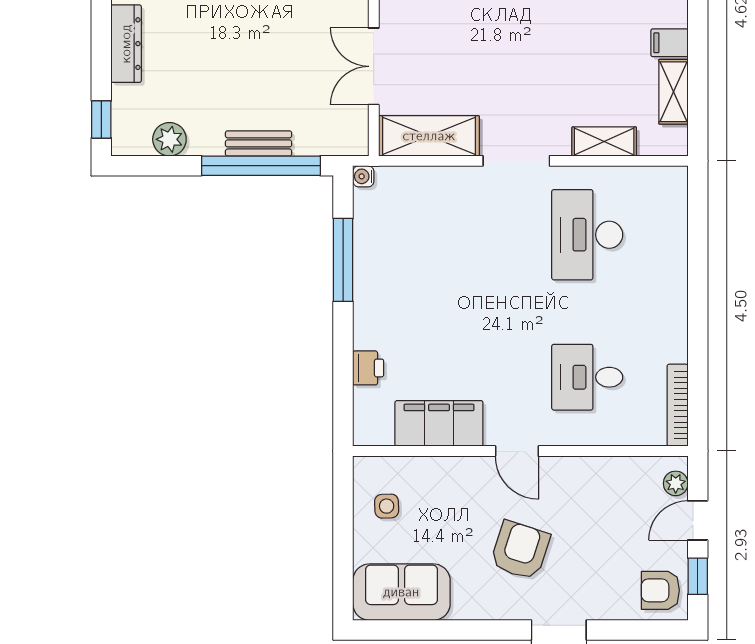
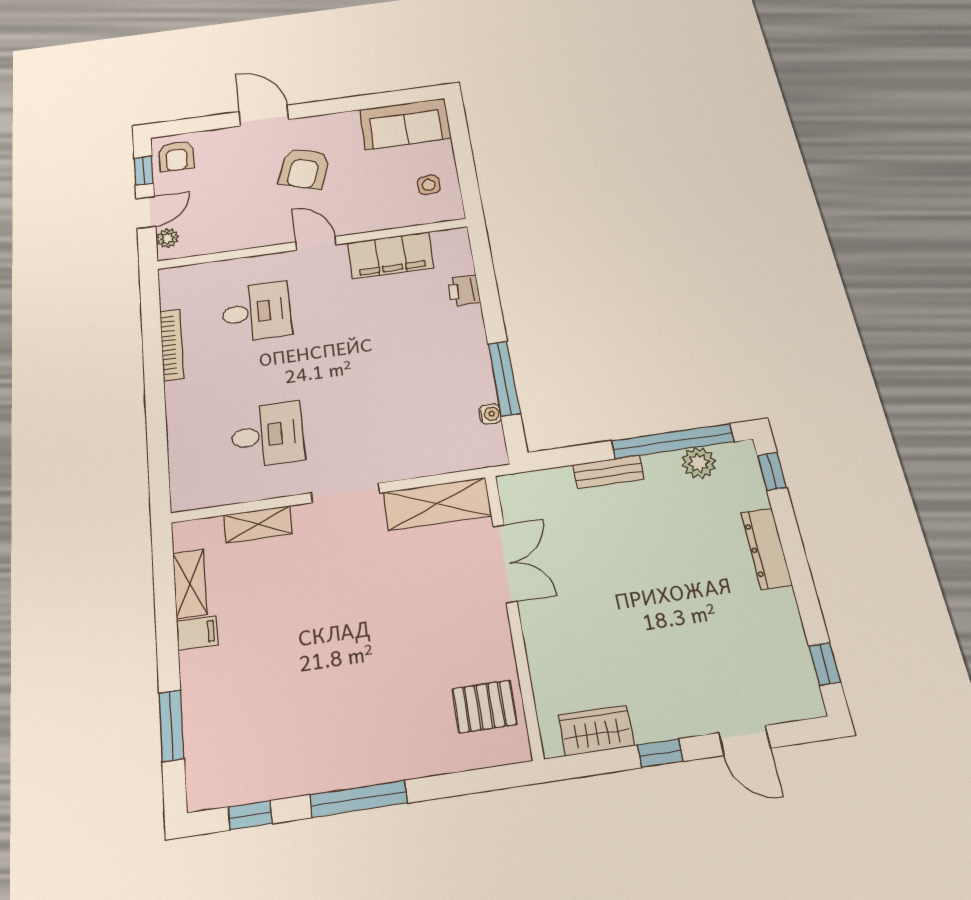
window: (261, 166) -> (673, 441), moved
water cooler: (363, 176) -> (490, 414), moved
desk: (587, 235) -> (267, 435), width x0.73
bookcase: (678, 405) -> (172, 345), moved
armchair: (660, 590) -> (176, 156), turned 90

